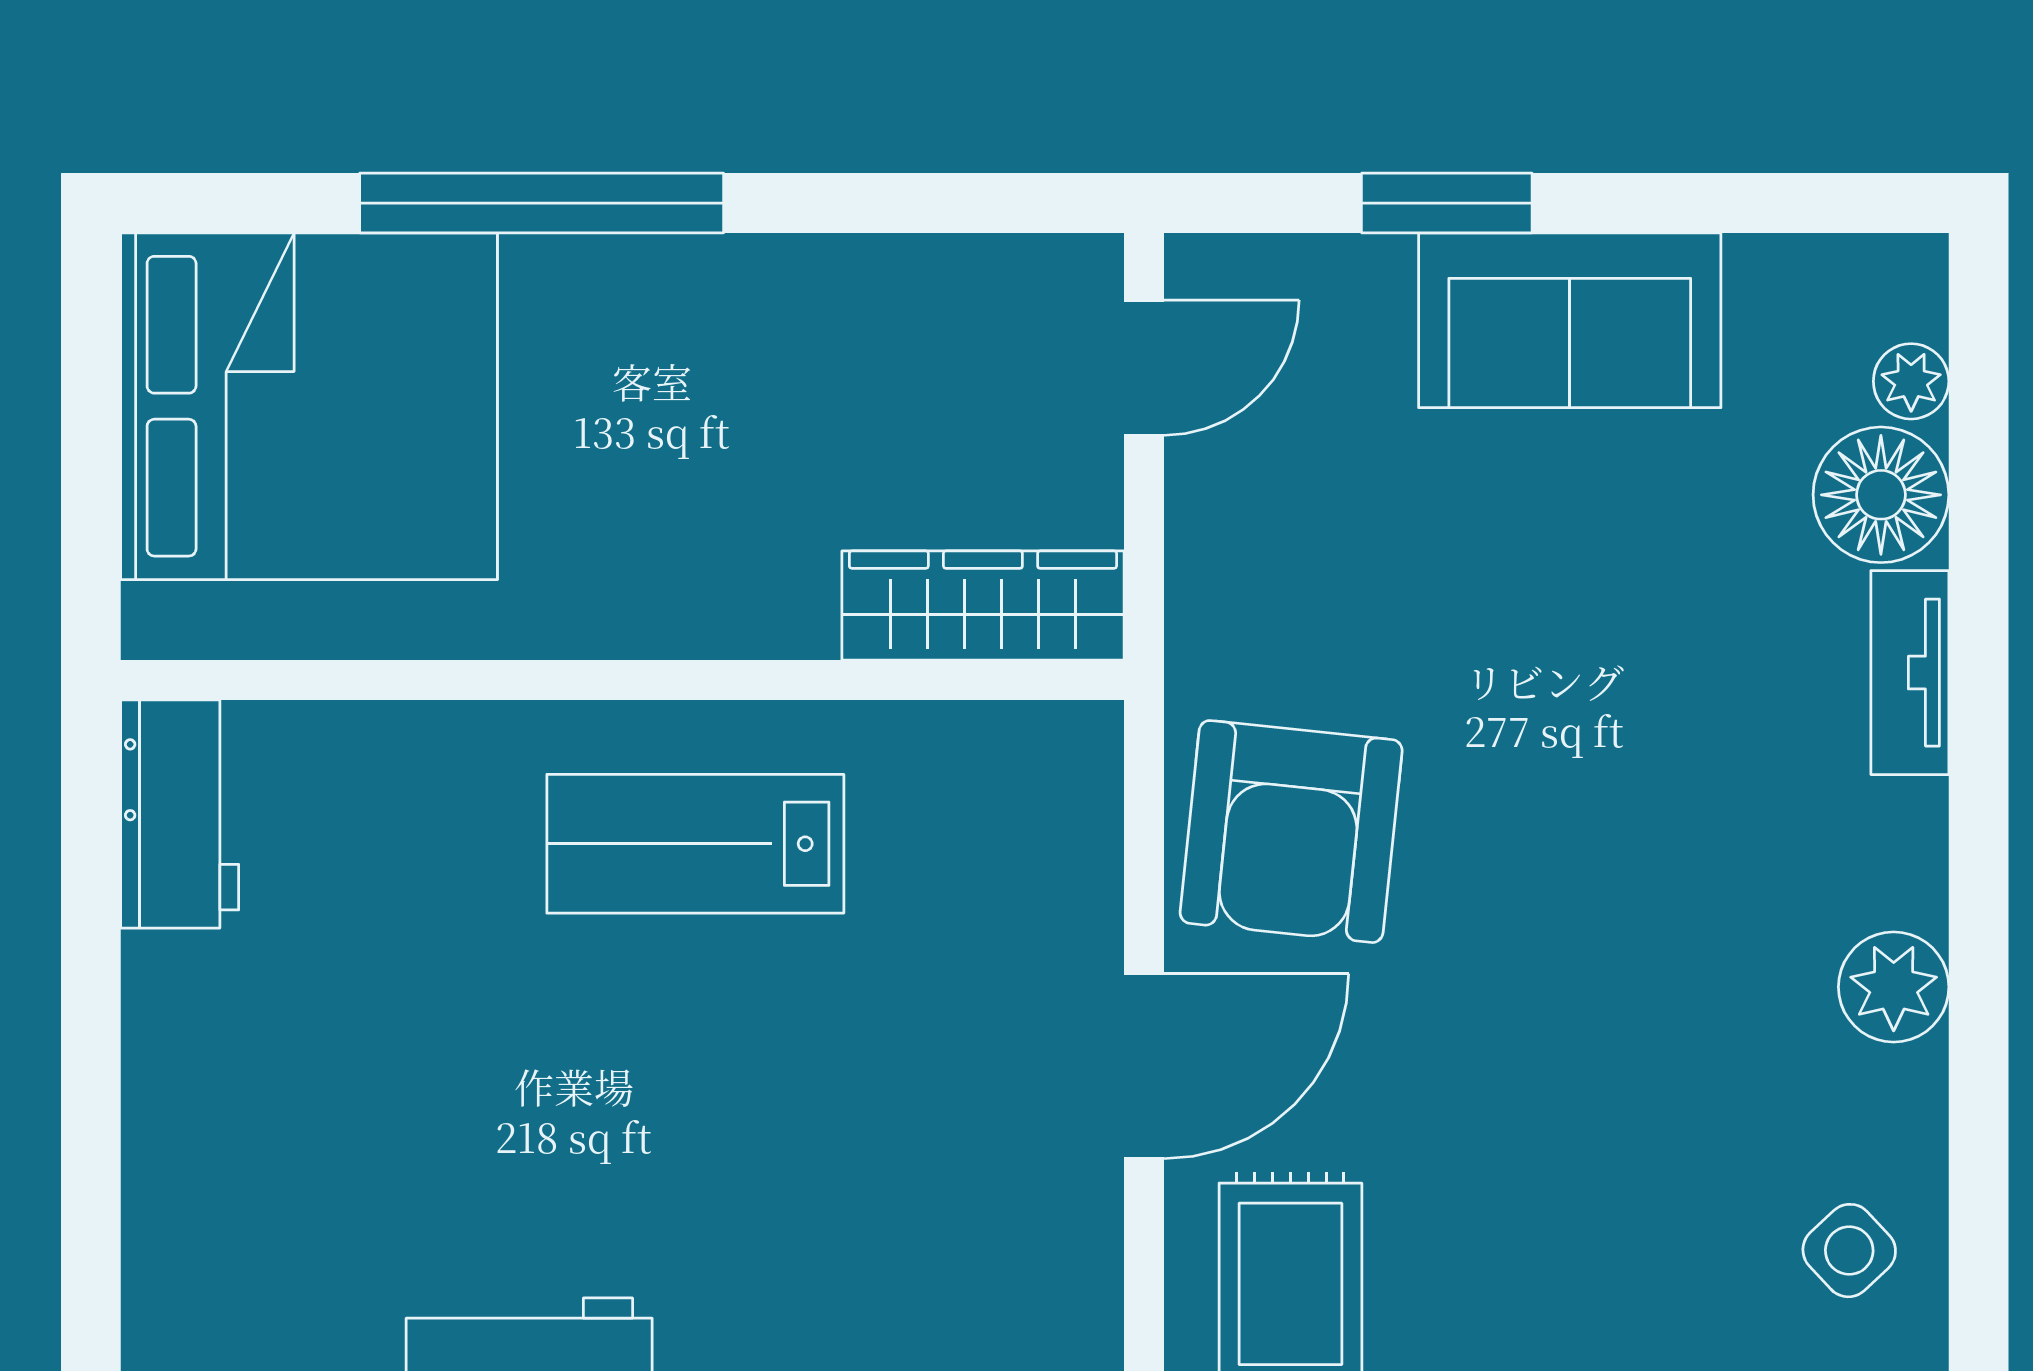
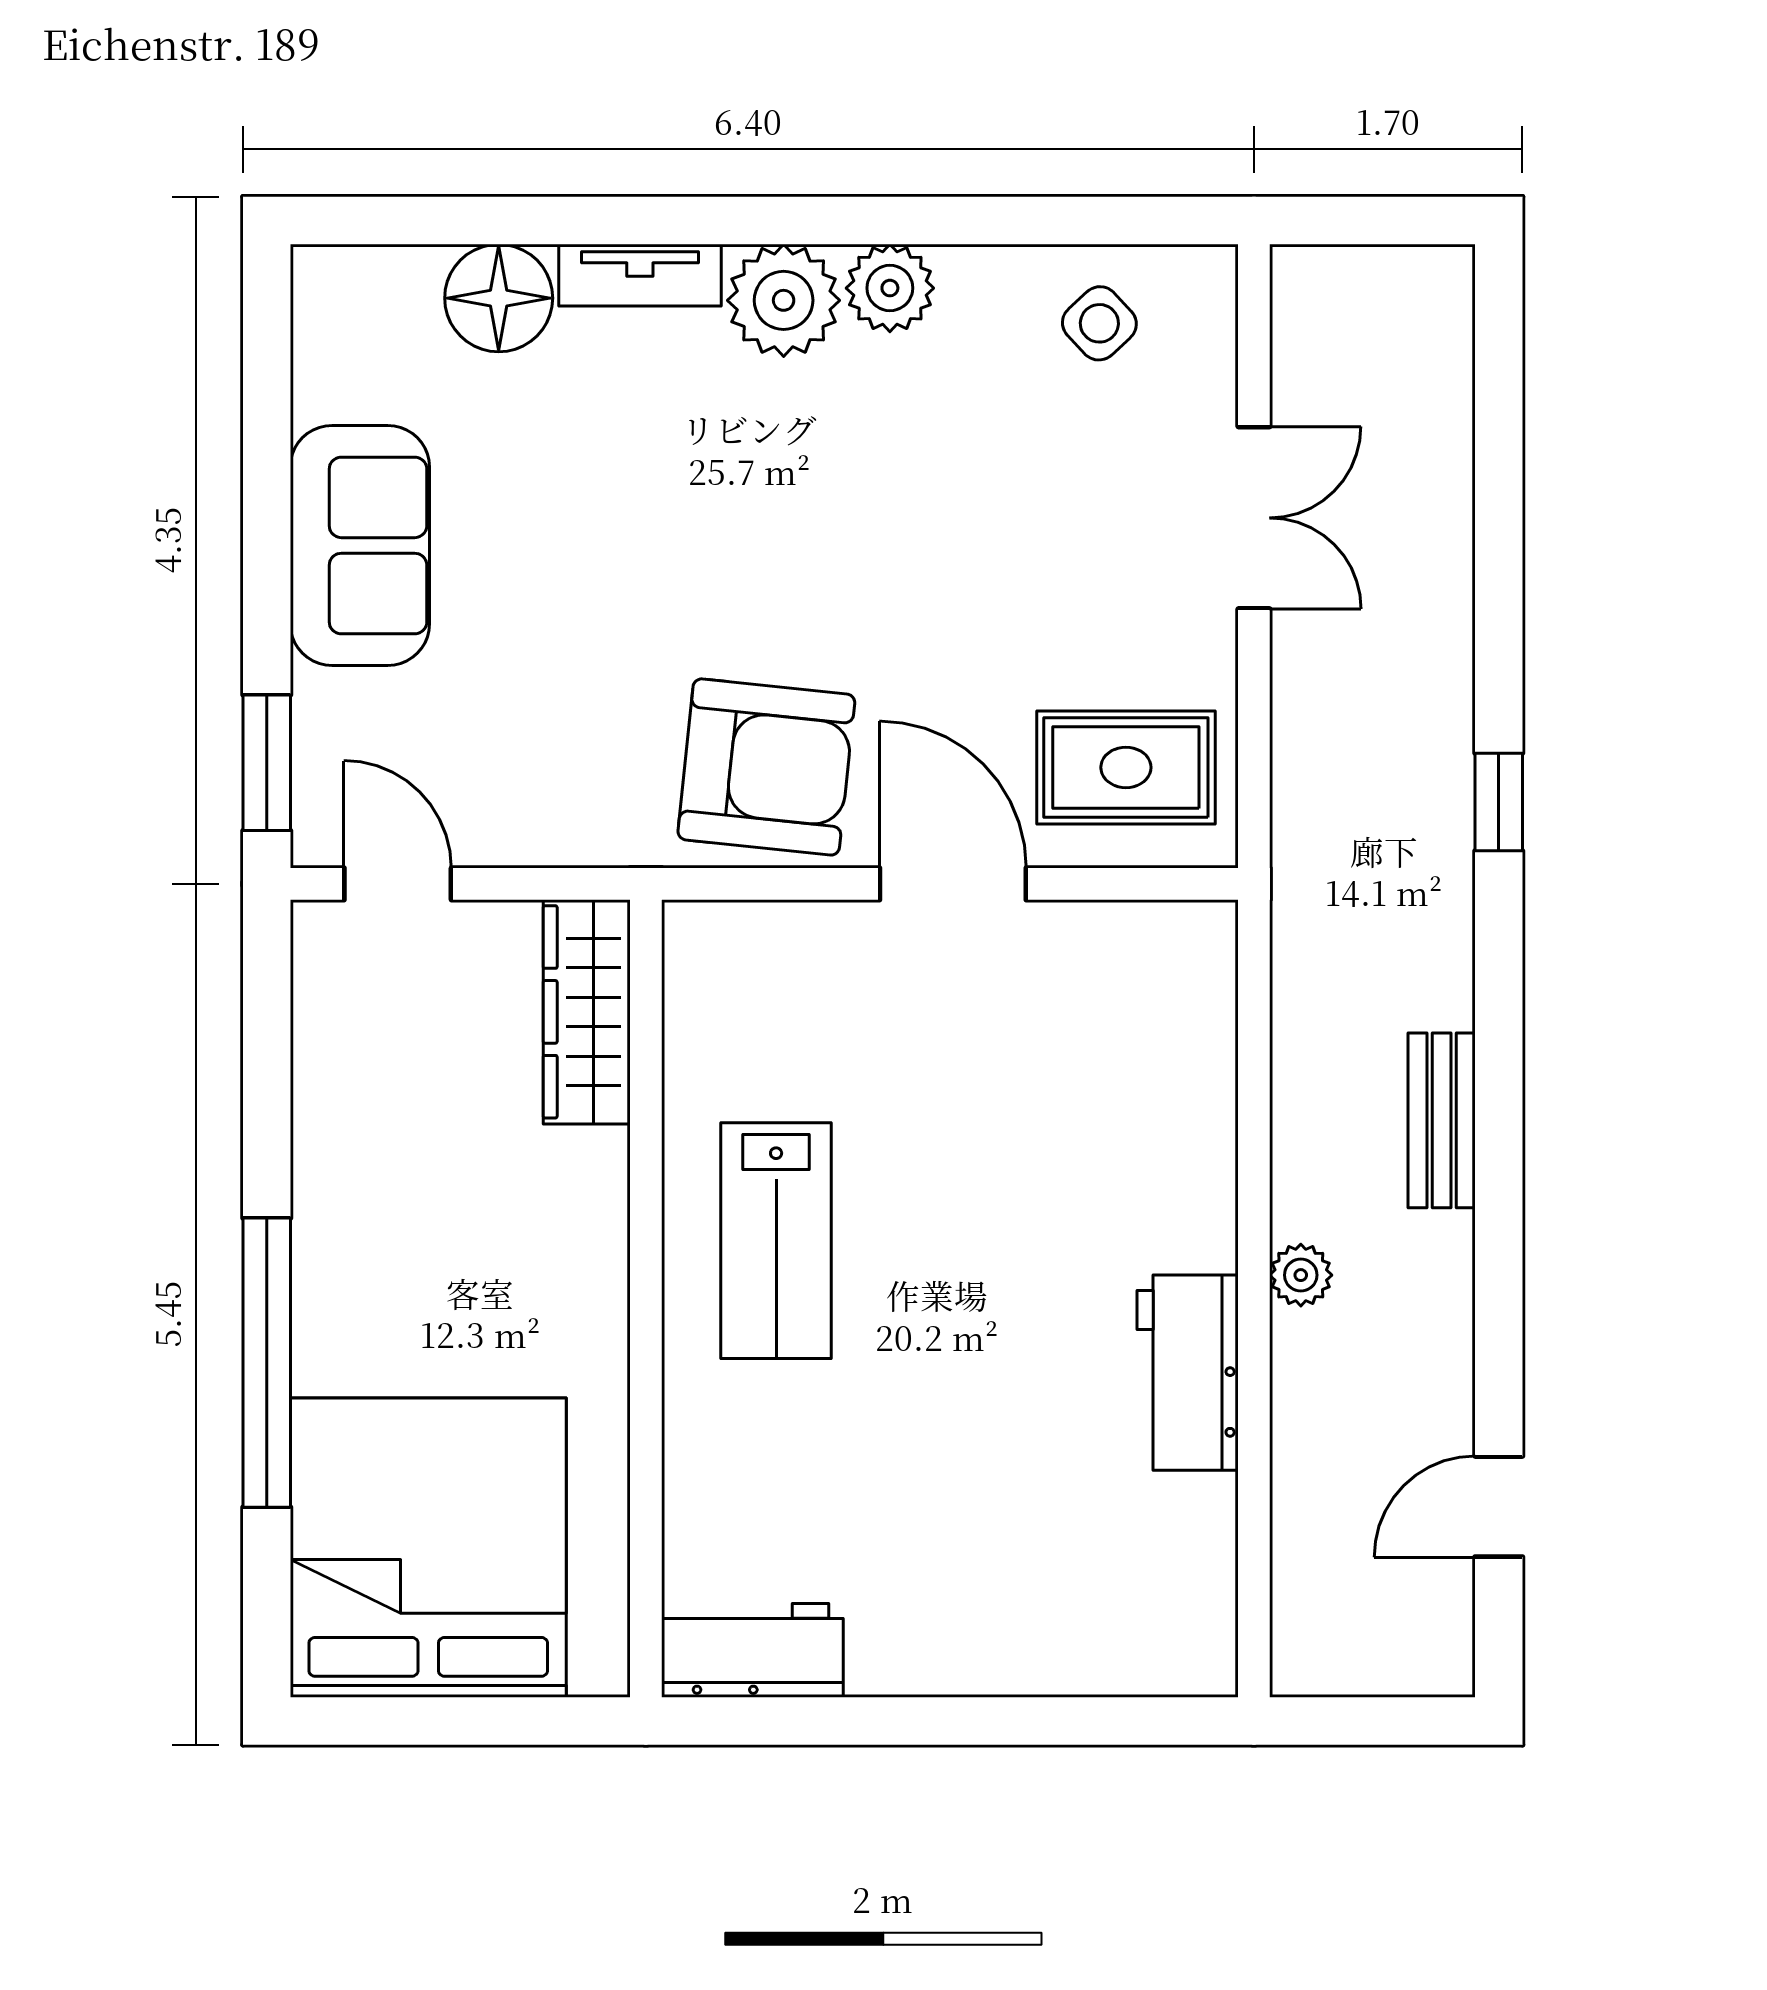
window: (1447, 203) -> (267, 763), moved
plant: (1911, 381) -> (784, 300), moved, width x1.88, depth x1.88

